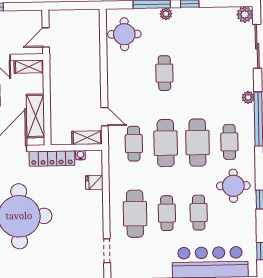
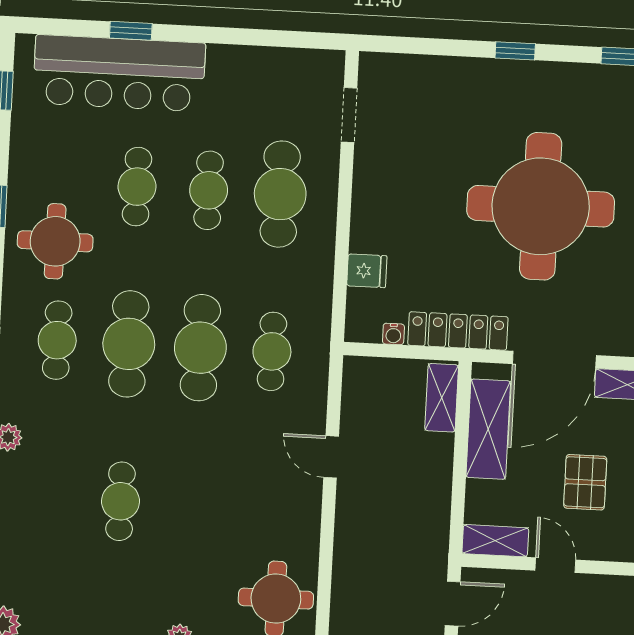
cafe table: (164, 73) -> (121, 501), moved
door: (105, 117) -> (331, 457), moved
shelving: (87, 138) -> (442, 398), moved, turned 90

